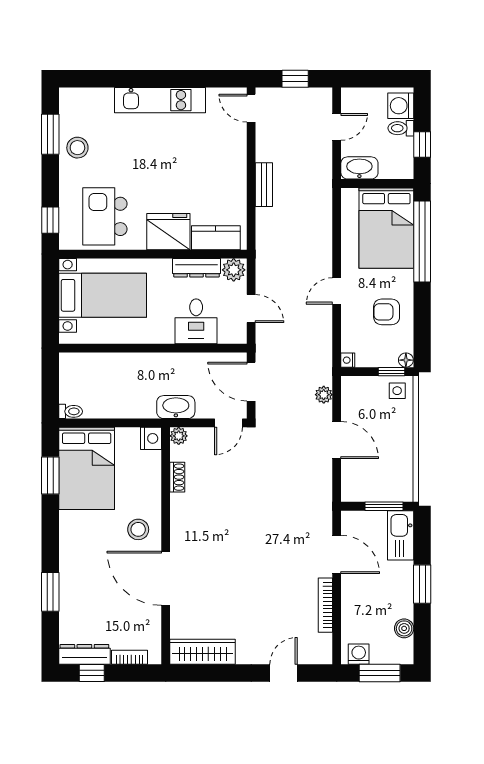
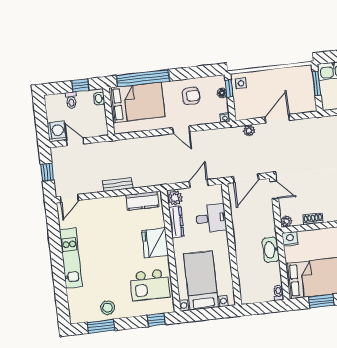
washing machine: (401, 106) -> (56, 130), moved, turned -90
washbasin: (359, 168) -> (99, 99), moved, width x0.52, depth x0.69
kitchen counter: (216, 238) -> (142, 201), moved, turned -90
armchair: (387, 312) -> (191, 96), turned -90
floor lamp: (406, 360) -> (222, 93), moved
washbasin: (176, 407) -> (271, 250), moved

